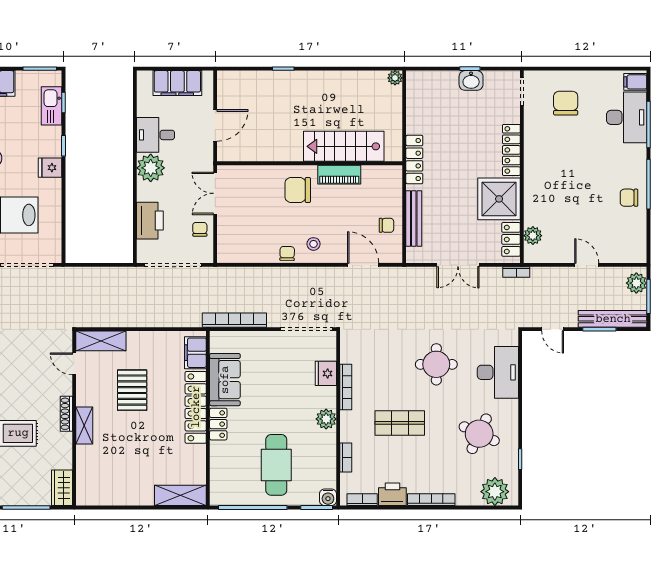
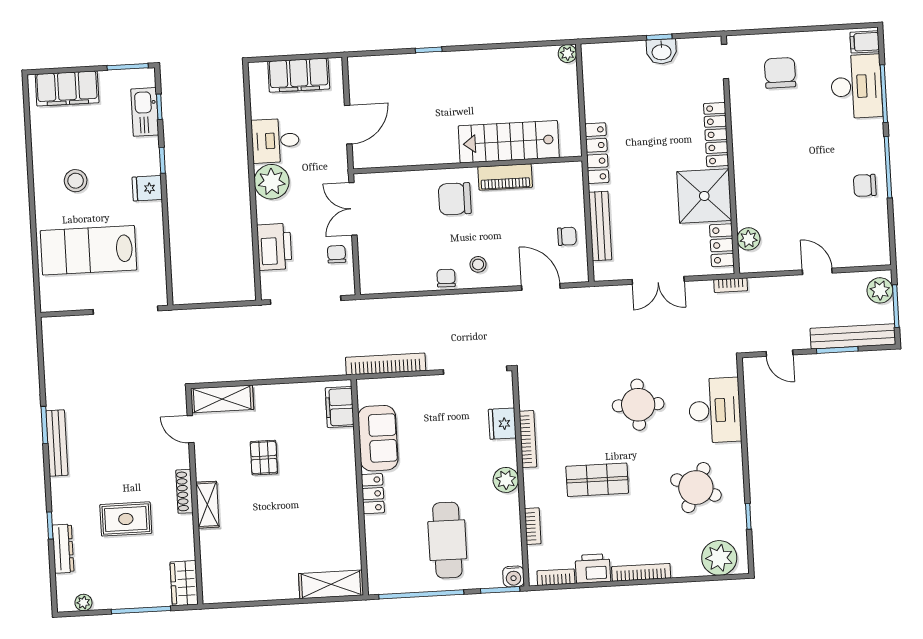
pallet: (132, 390) -> (264, 458), width x0.67, depth x0.71
locker: (196, 407) -> (344, 475), removed

